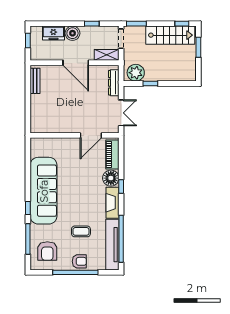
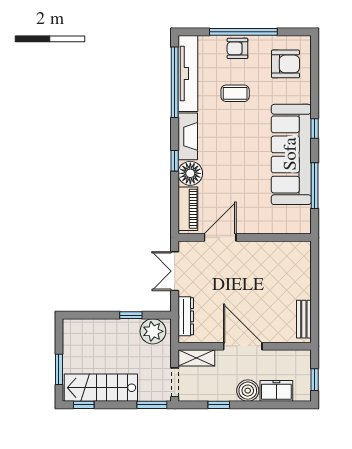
window: (28, 239) -> (315, 186), moved
armchair: (47, 251) -> (285, 64), turned 90

